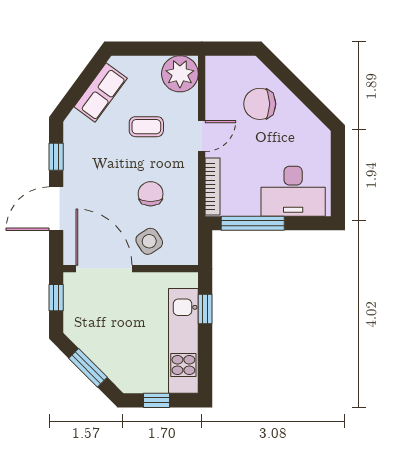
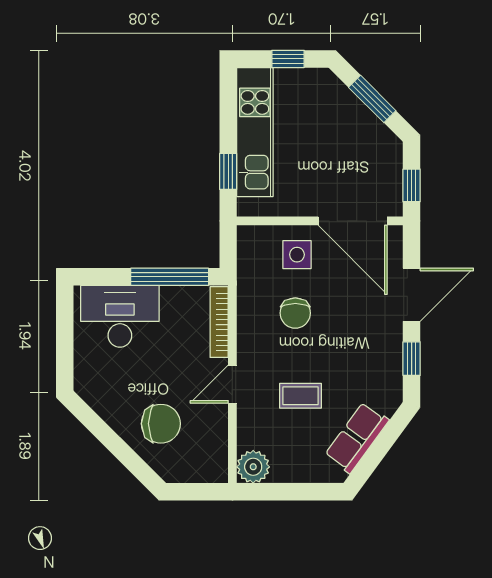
plant: (180, 74) -> (253, 467), width x0.73, depth x0.73
side table: (149, 241) -> (297, 255), turned 33

